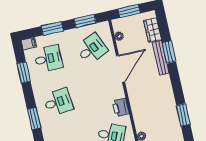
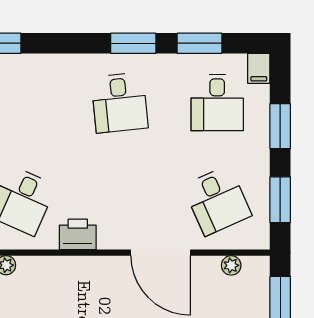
window: (34, 118) -> (133, 43), moved

